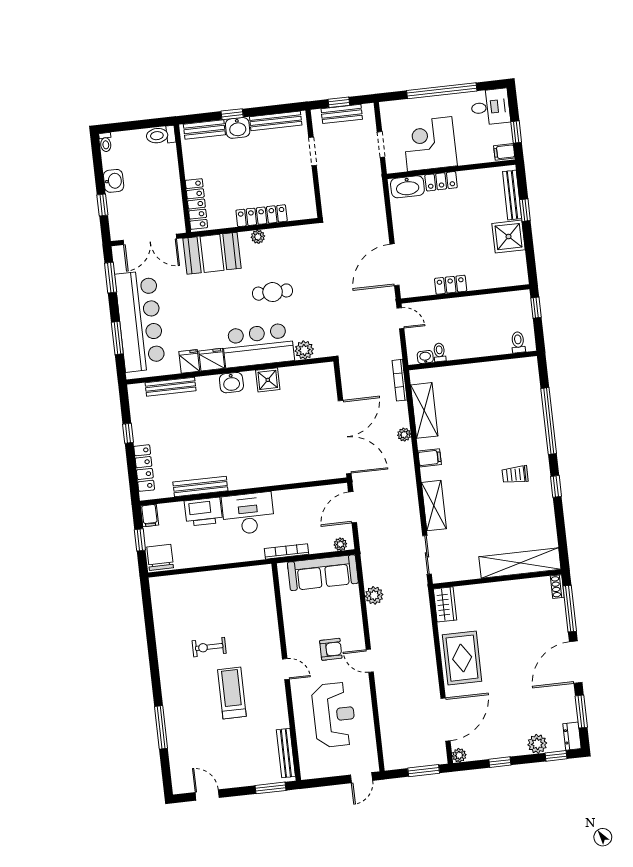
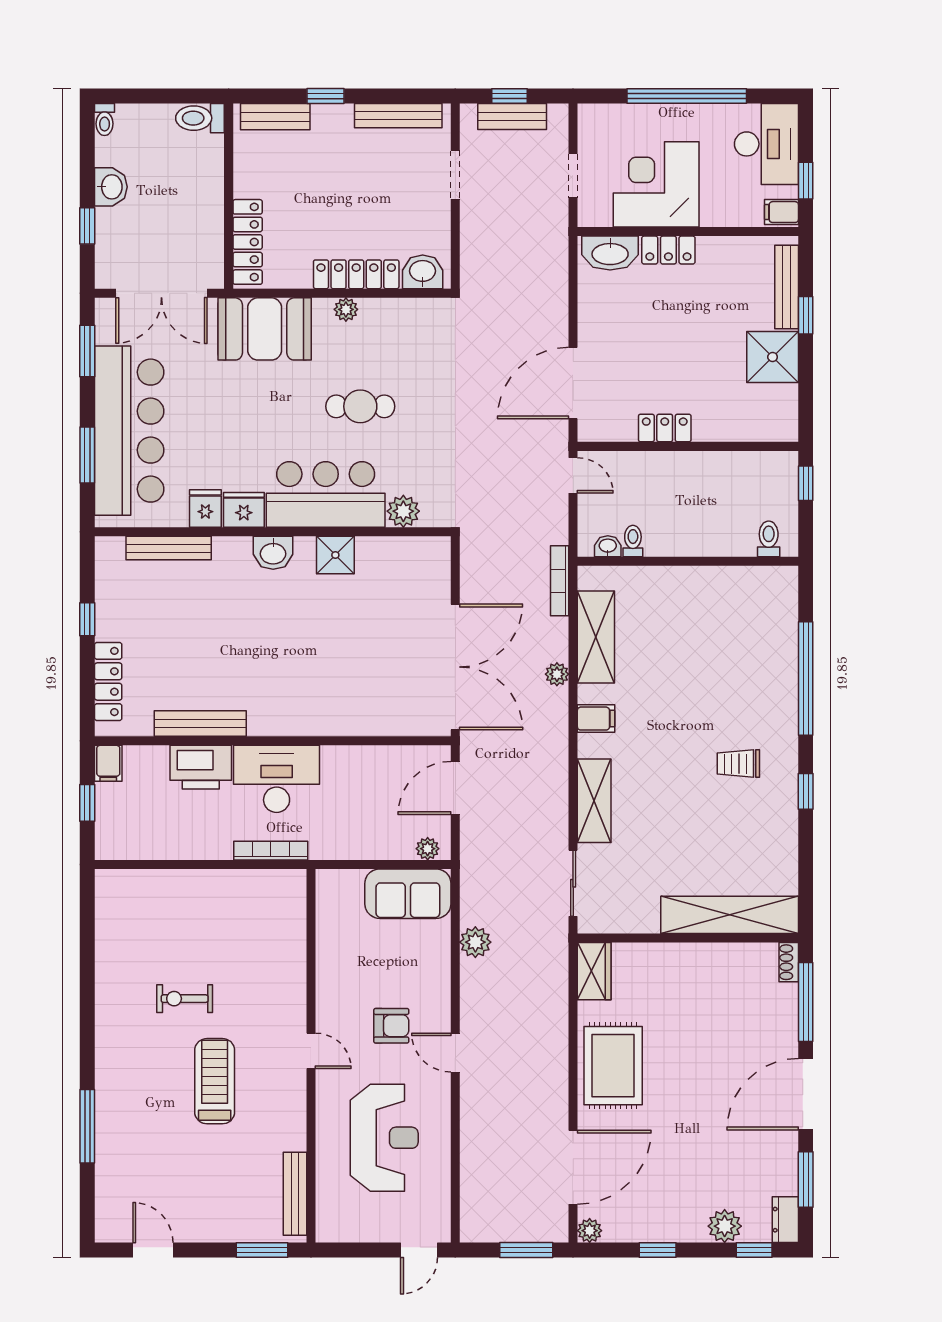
desk: (490, 107) -> (766, 144), width x1.37
washbasin: (238, 128) -> (423, 272), moved, turned 180
bookcase: (286, 551) -> (271, 851), moved
chair: (160, 557) -> (118, 837), removed
sofa: (323, 573) -> (408, 894), width x0.73

